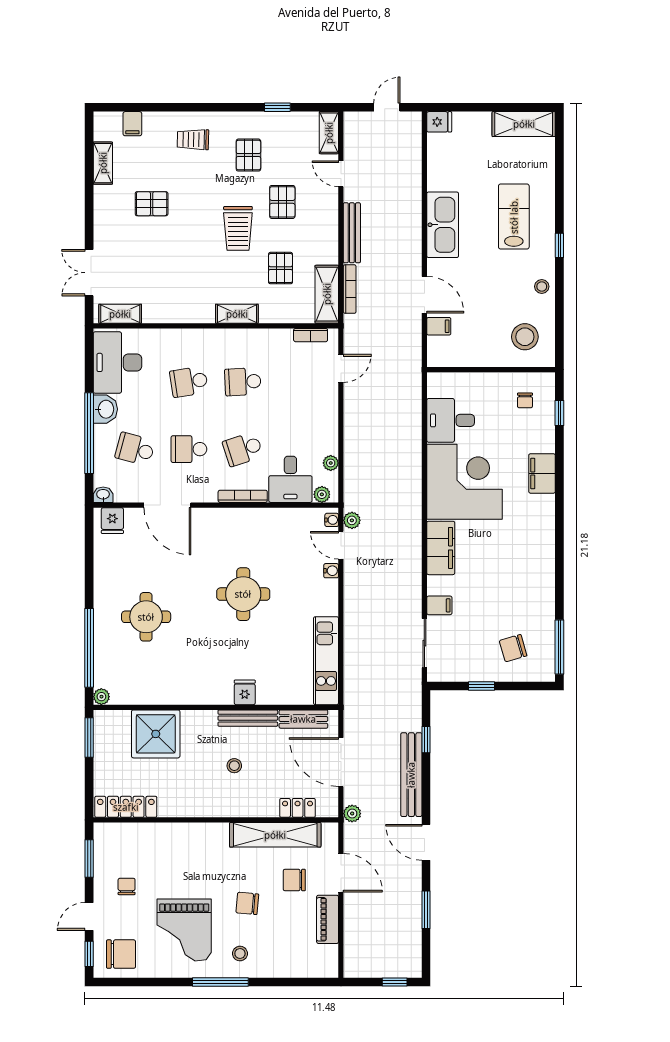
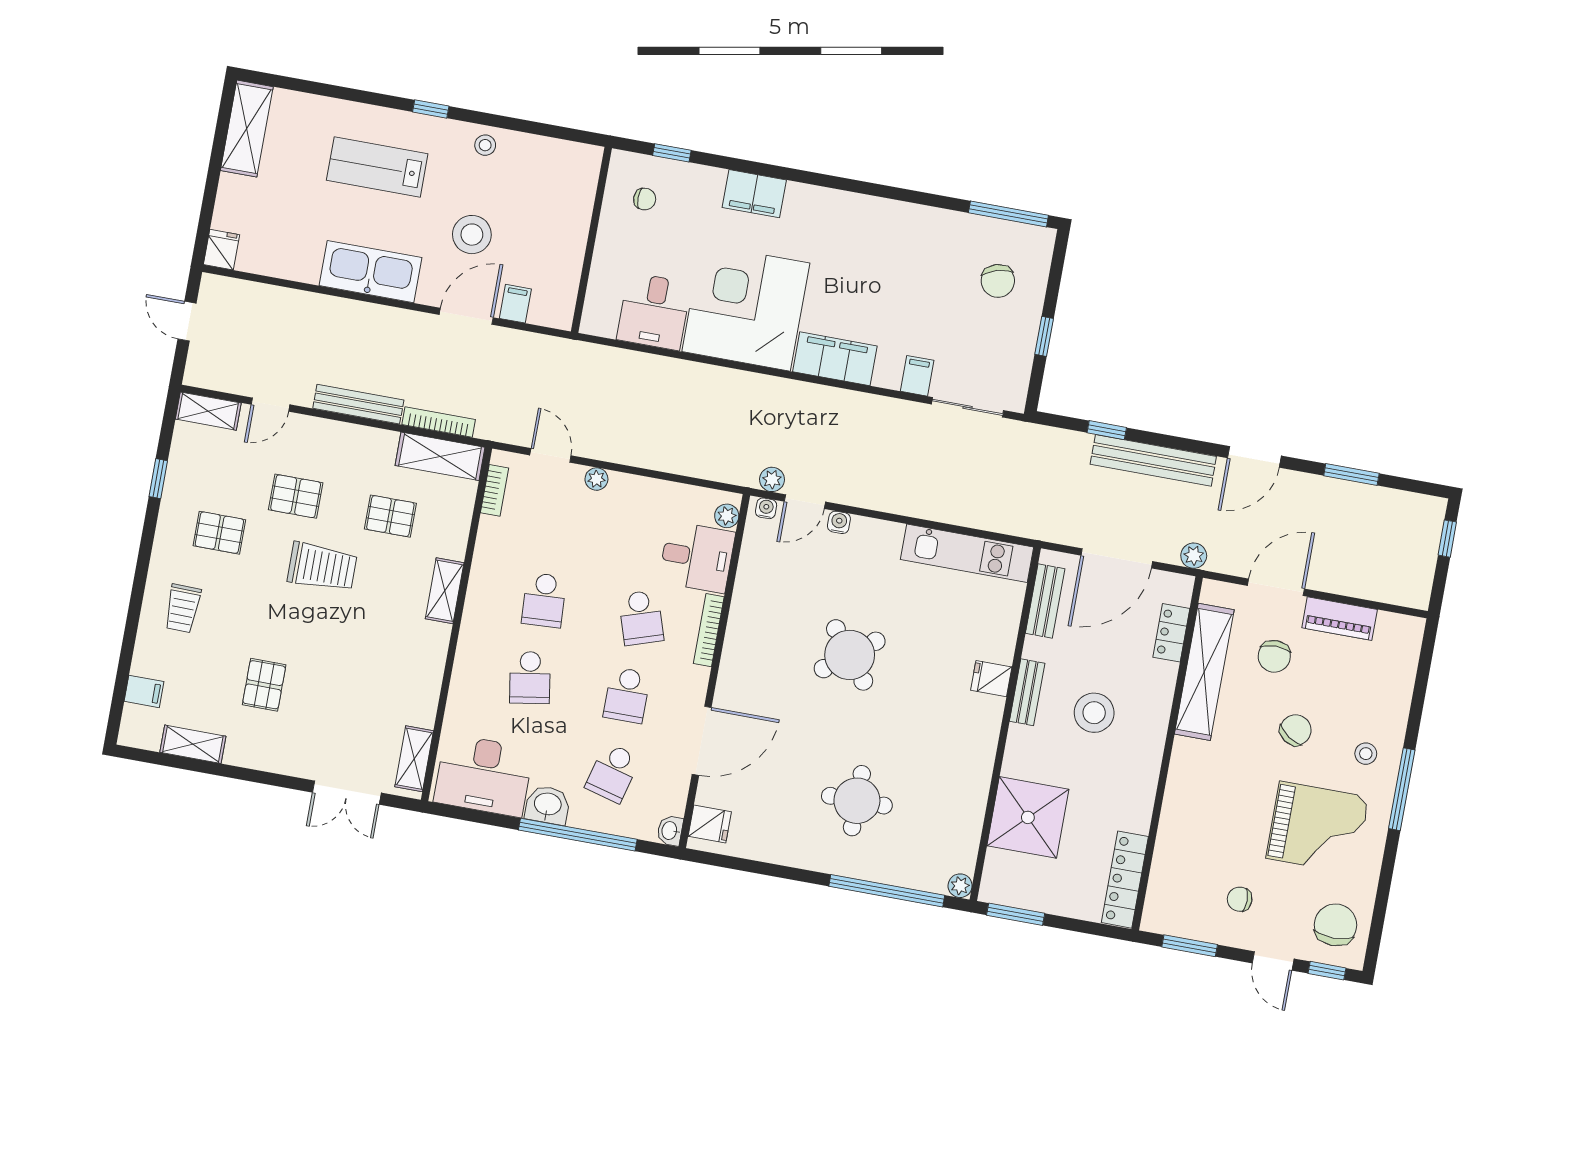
stool: (525, 337) -> (472, 235), moved
plant: (331, 463) -> (596, 479), moved
round table: (243, 594) -> (850, 655), turned -38
bench: (248, 718) -> (1027, 692), width x0.73
stool: (234, 766) -> (1094, 713), width x1.89, depth x1.89
chair: (247, 903) -> (1296, 730), turned -151

